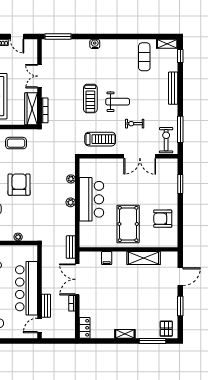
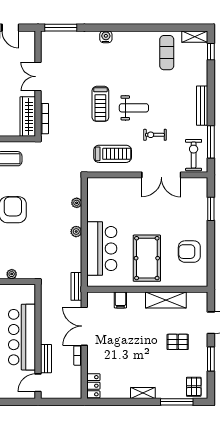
bench: (173, 88) -> (202, 106), moved
bar counter: (91, 199) -> (102, 249), moved
pallet: (153, 292) -> (178, 342), added

